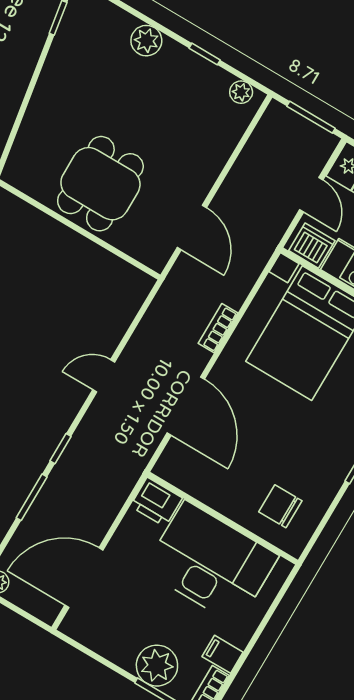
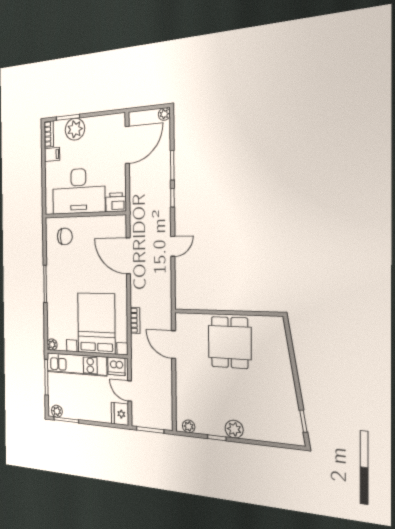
plant: (146, 41) -> (234, 429), moved
bookcase: (218, 328) -> (135, 320), moved

